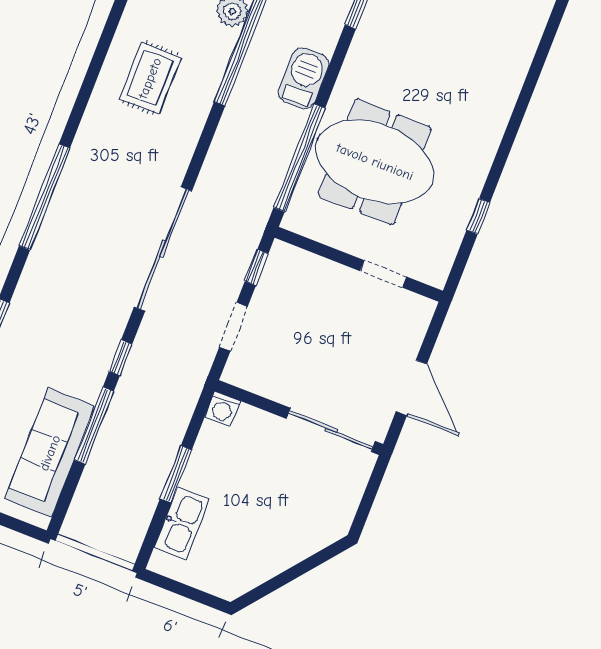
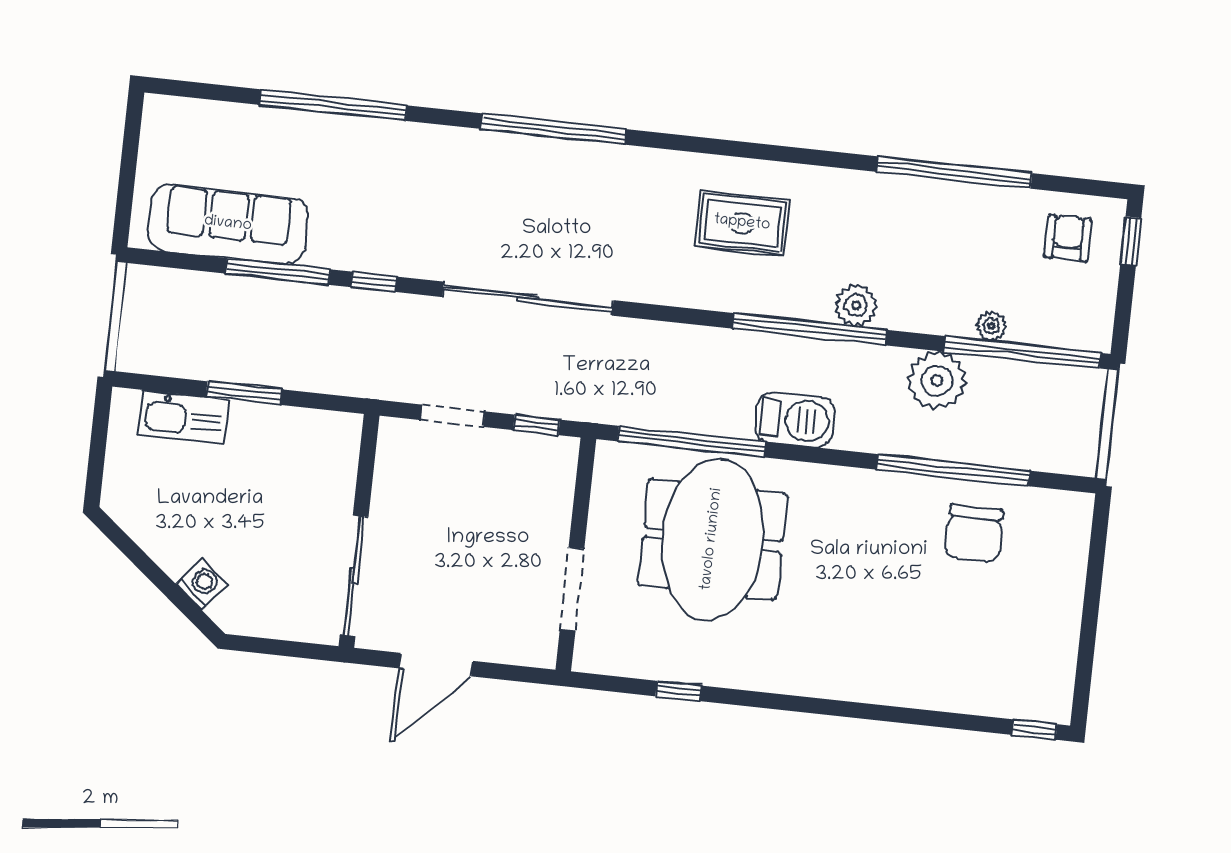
doorway: (383, 274) -> (572, 589), width x1.38
washing machine: (223, 409) -> (202, 584), moved, turned 129

